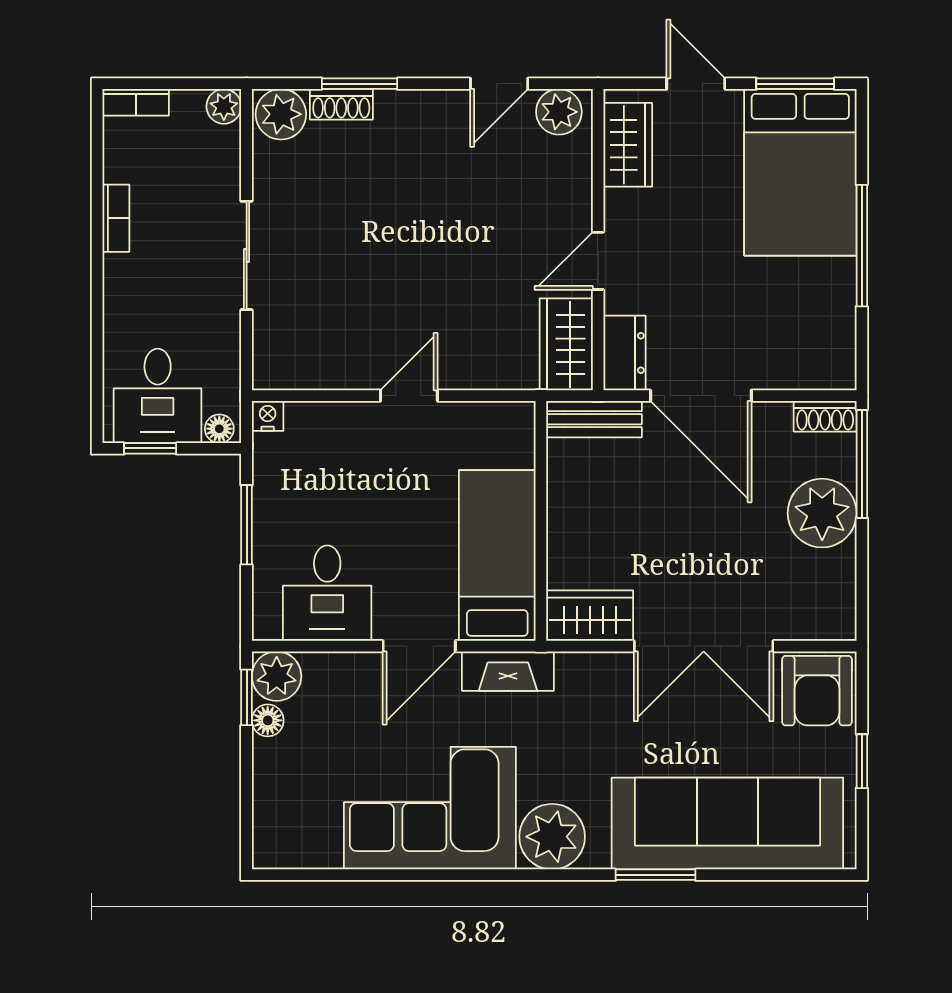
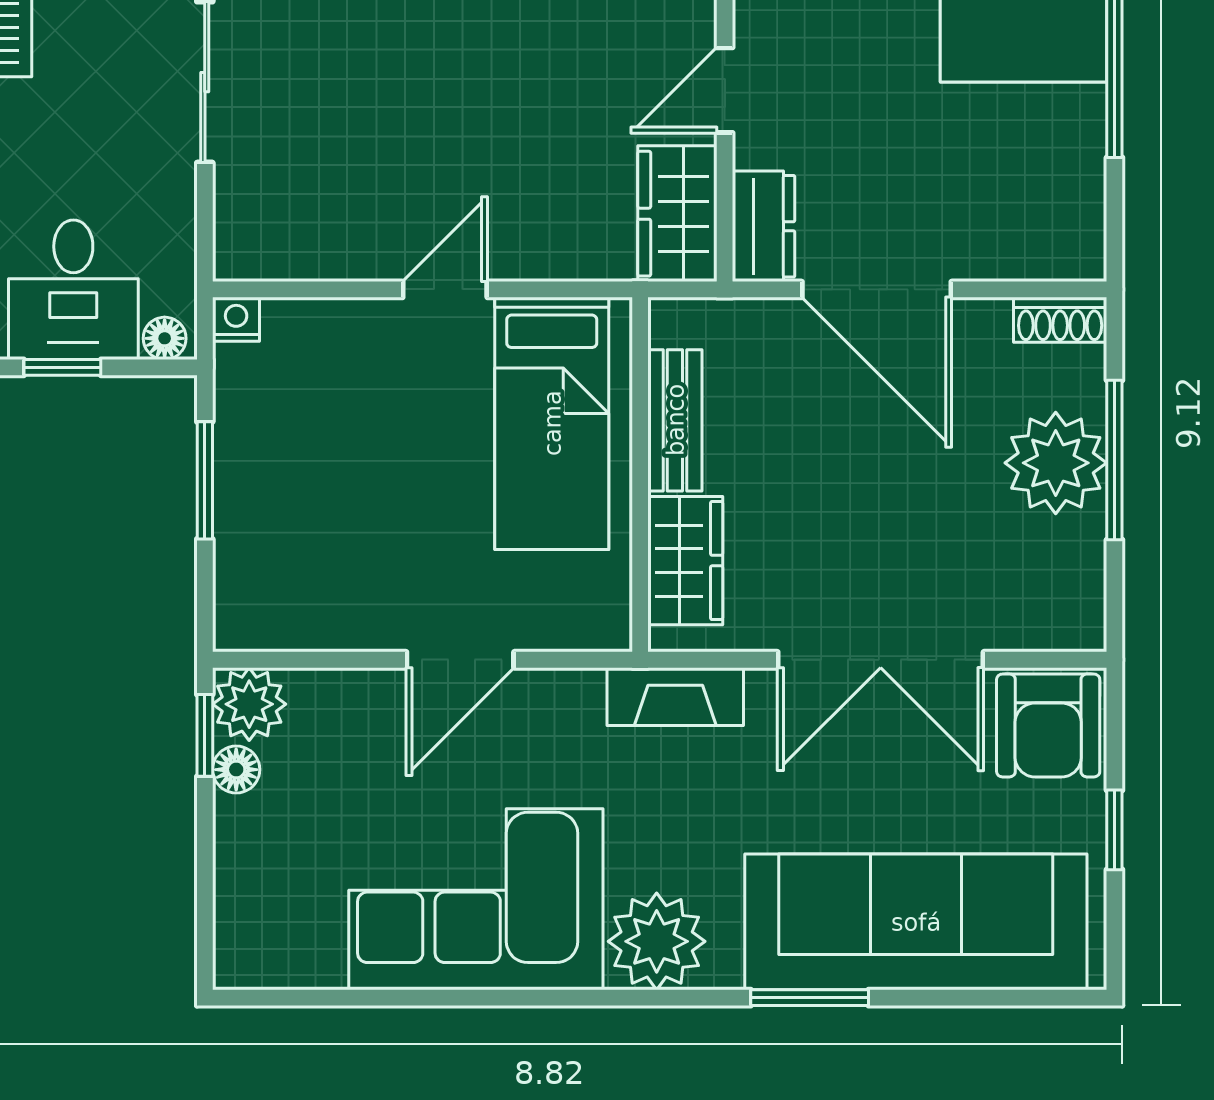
bench: (594, 419) -> (675, 420), moved, turned 90
window: (862, 464) -> (1114, 460), moved
bed: (497, 556) -> (552, 423), moved, turned 180
desk: (327, 593) -> (324, 581), removed
wardrobe: (590, 616) -> (685, 561), moved, turned 90
fireplace: (508, 671) -> (675, 697), moved

